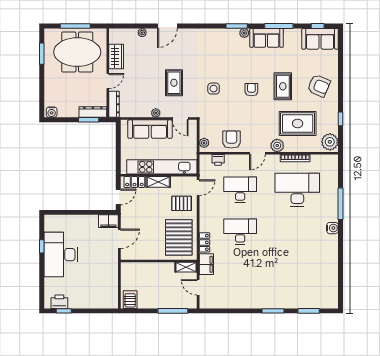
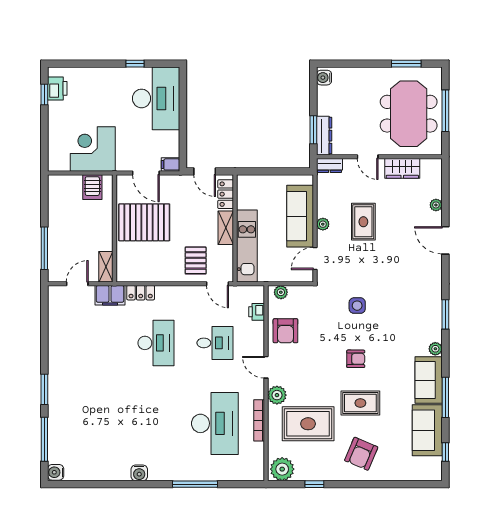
window: (237, 26) -> (445, 314), moved
sofa: (320, 39) -> (427, 430), moved
rug: (174, 83) -> (363, 222), moved, turned 90
dresser: (114, 104) -> (329, 166), width x0.70
rug: (298, 123) -> (308, 424), turned 90
armchair: (231, 140) -> (285, 331), turned 90
kitchen unit: (162, 167) -> (247, 246), width x0.73
desk: (240, 190) -> (215, 343), width x0.73
filing cabinet: (108, 221) -> (171, 164), width x0.50
water cooler: (332, 228) -> (139, 473), moved
pallet: (179, 237) -> (144, 222), moved
desk: (61, 255) -> (156, 98), moved, turned 90
corner desk: (102, 276) -> (93, 149), added
server rack: (130, 300) -> (92, 187), moved, turned 90
water cooler: (332, 303) -> (56, 472), added
window: (309, 311) -> (44, 439), width x1.44

